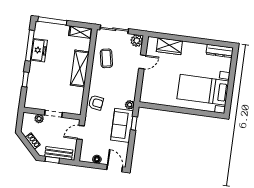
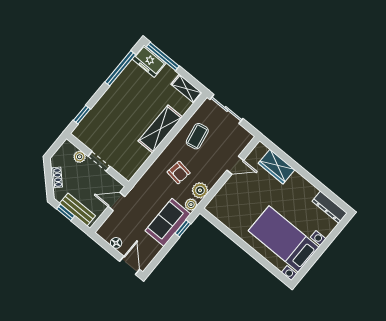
plant: (137, 41) -> (200, 190), moved
freezer: (39, 50) -> (149, 61), moved, turned 90
window: (25, 79) -> (82, 115), moved
armchair: (96, 103) -> (179, 172), moved

